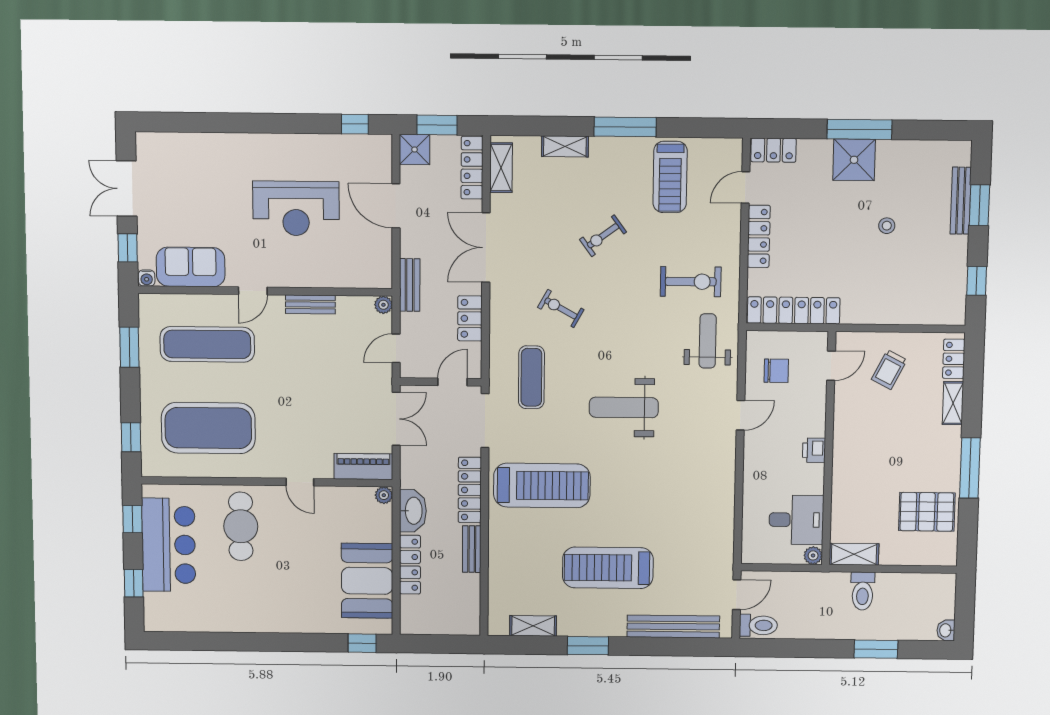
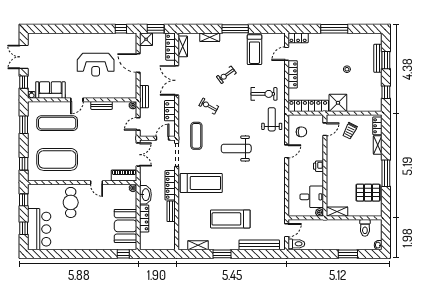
shower: (854, 160) -> (338, 103), moved
bar counter: (169, 545) -> (39, 229), moved
toilet: (863, 591) -> (365, 228), moved

